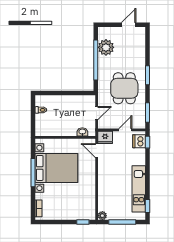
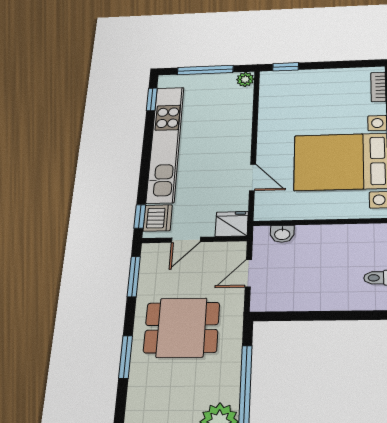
dining table: (124, 88) -> (182, 328), turned 90
door: (97, 151) -> (253, 177), moved
kitchen unit: (139, 189) -> (165, 144), width x1.36

